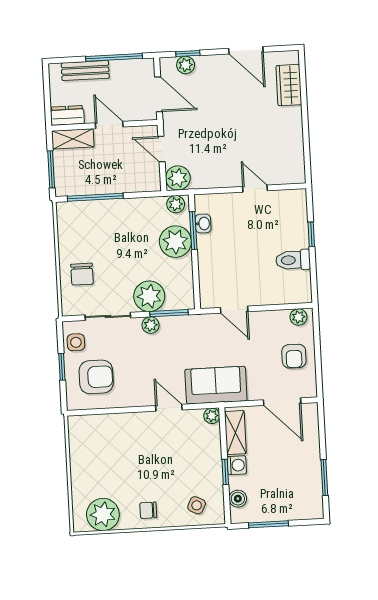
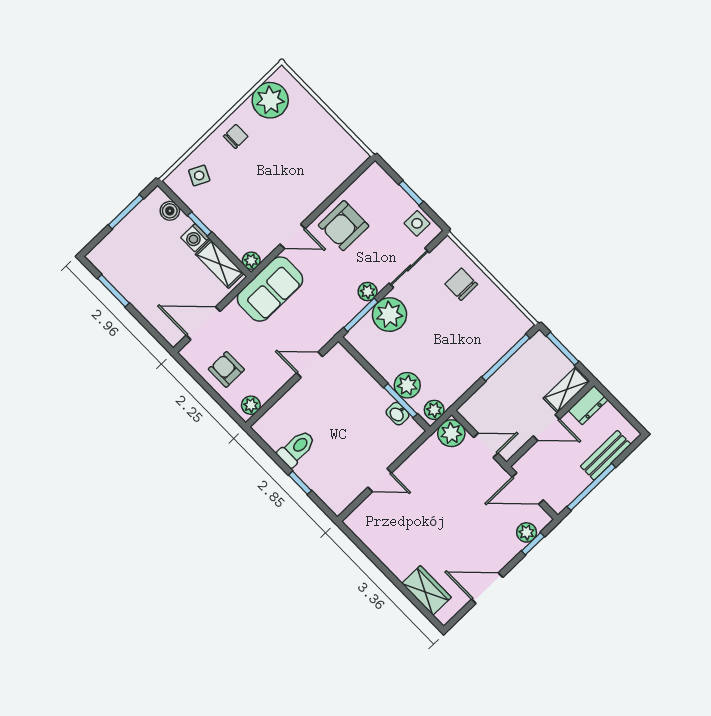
plant: (175, 242) -> (407, 385), width x0.73, depth x0.73
armchair: (96, 377) -> (344, 226), moved

